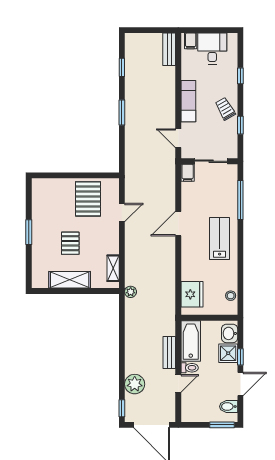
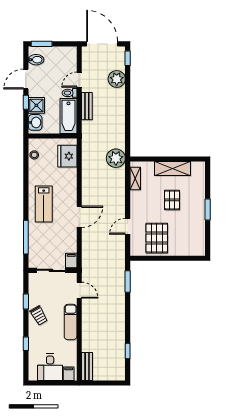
window: (122, 112) -> (128, 282), moved
plant: (131, 292) -> (116, 158), width x1.88, depth x1.88

